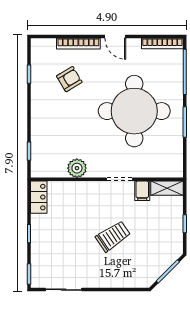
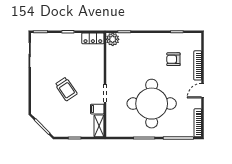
armchair: (69, 79) -> (173, 59), turned 121
plant: (77, 168) -> (113, 39), moved

